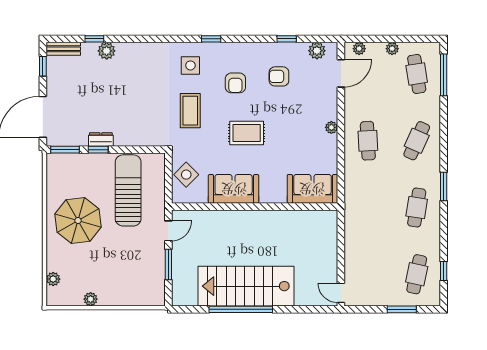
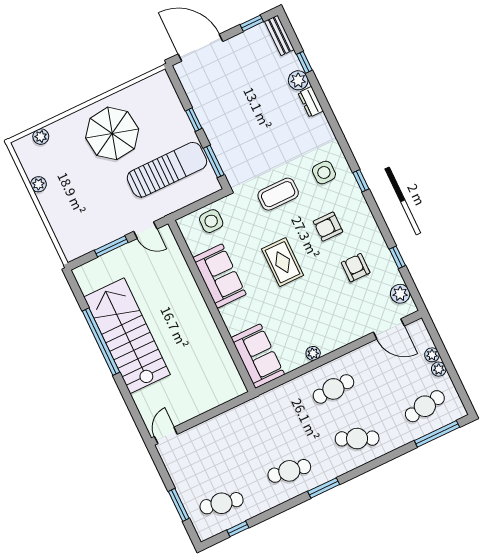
plant: (359, 49) -> (432, 355), moved
plant: (331, 127) -> (313, 353), moved
dresser: (101, 140) -> (311, 102), moved, turned 180
window: (65, 150) -> (214, 161), moved
side table: (186, 175) -> (211, 221), turned 45

